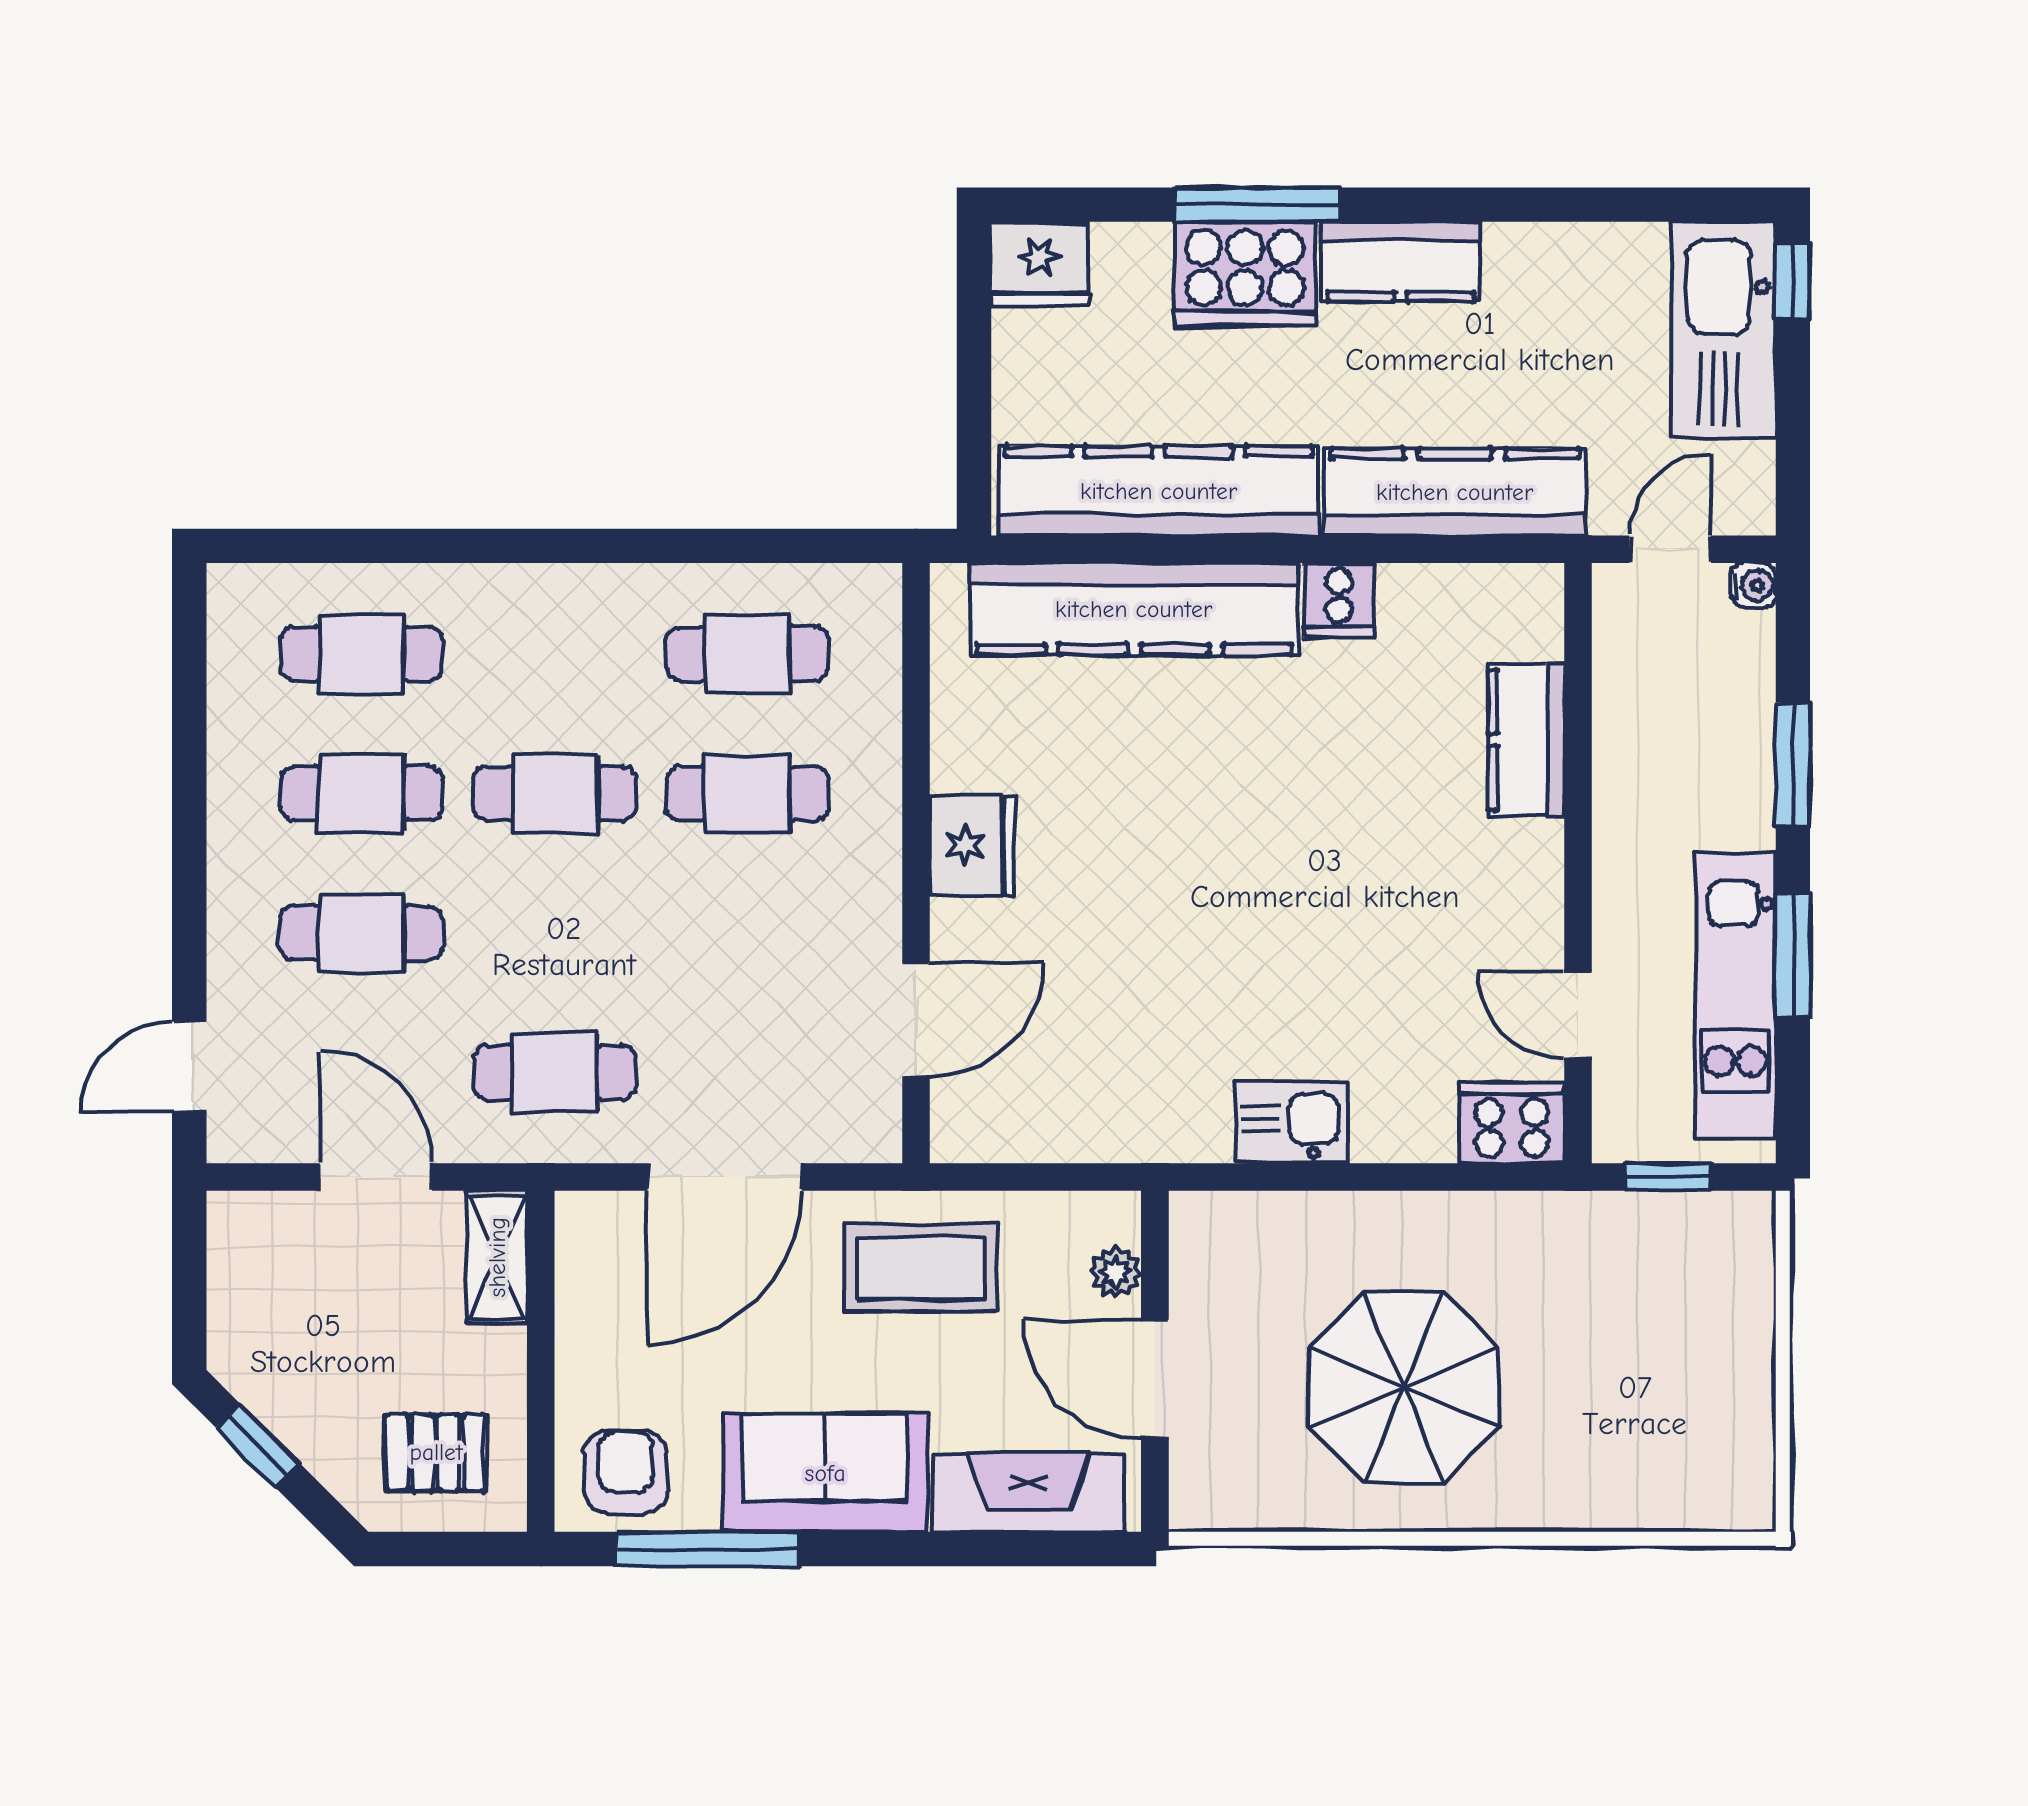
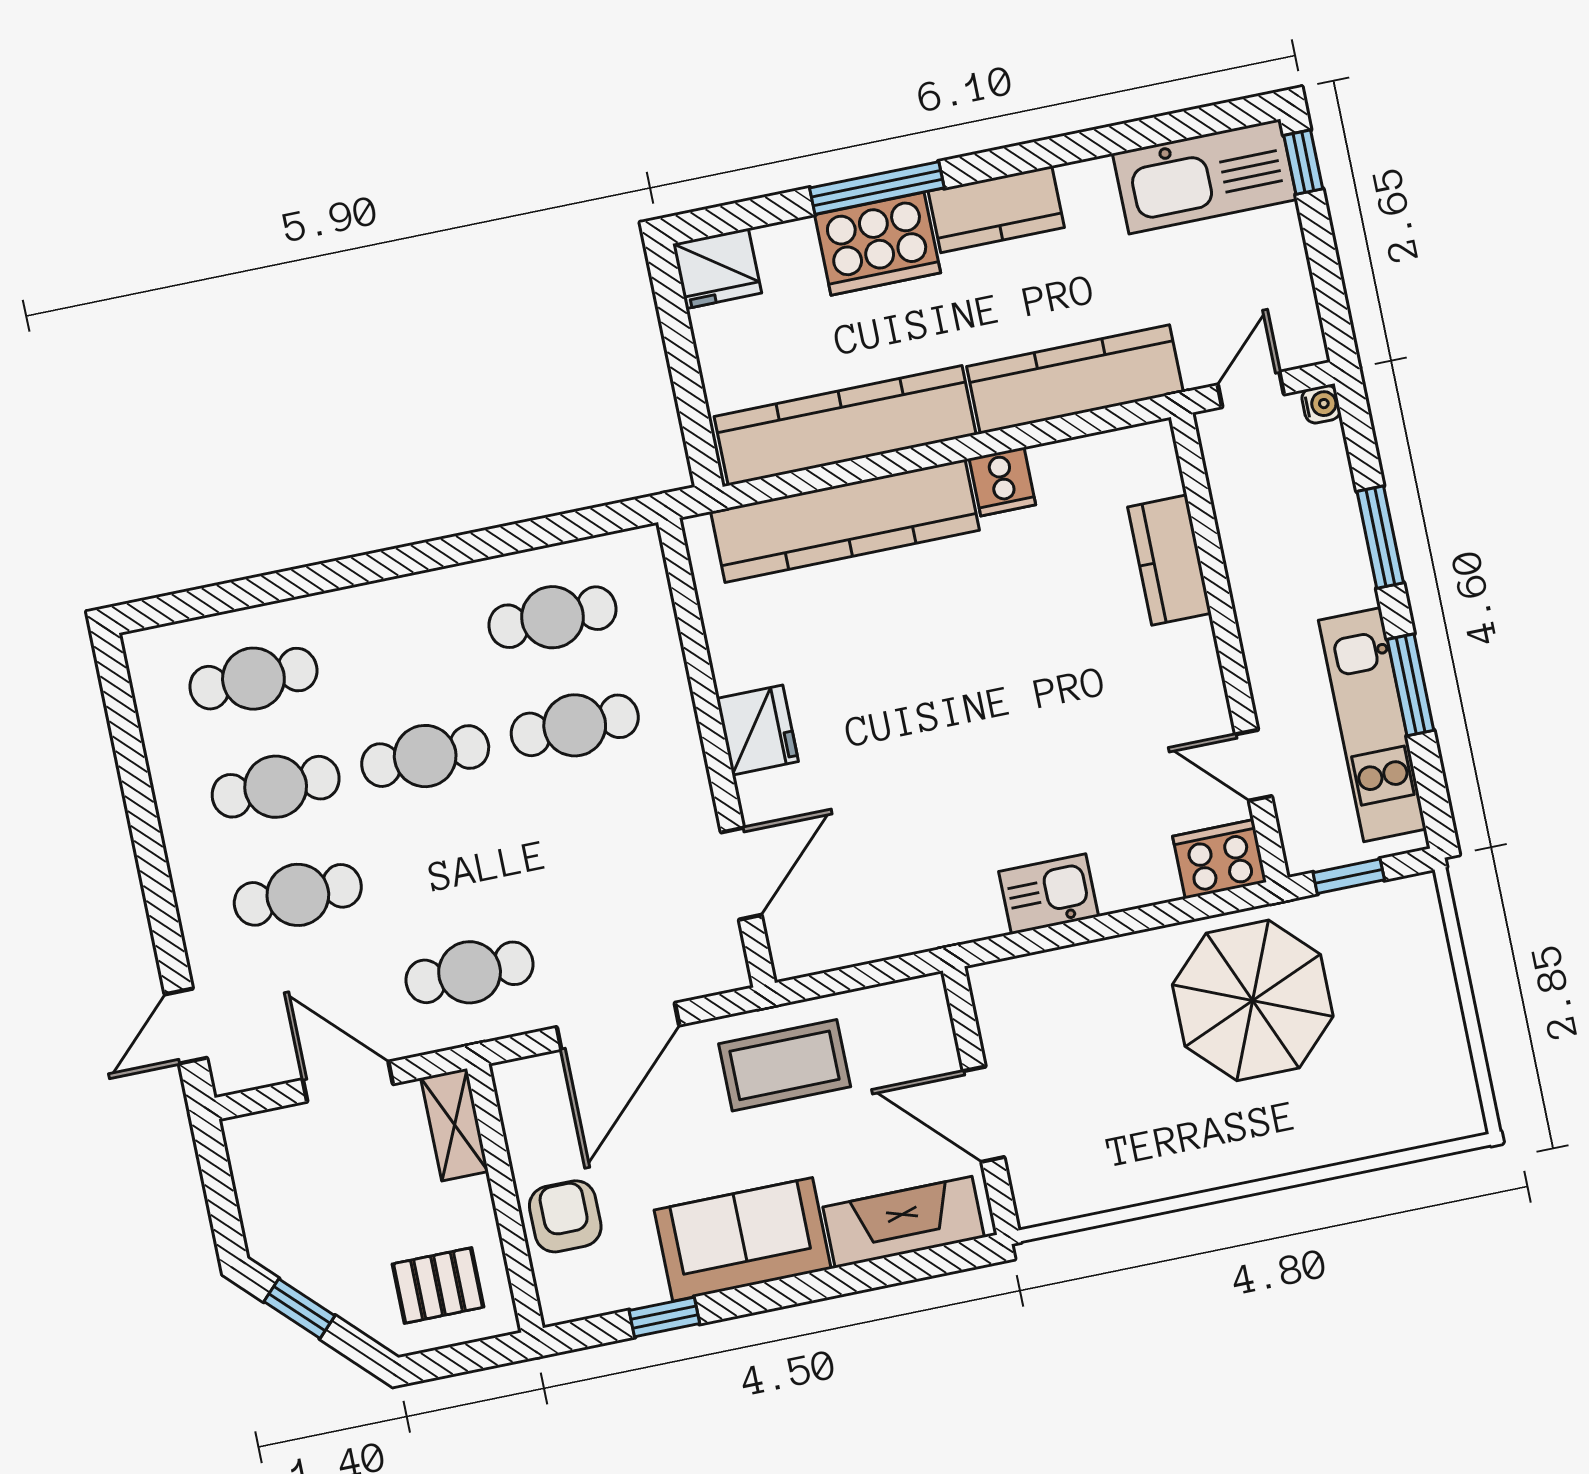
kitchen sink: (1724, 330) -> (1205, 176), moved, turned -90
plant: (1116, 1272) -> (936, 1038), removed
parasol: (1404, 1387) -> (1253, 1000), moved
armchair: (626, 1472) -> (565, 1216), moved
window: (708, 1549) -> (664, 1317), width x0.46

